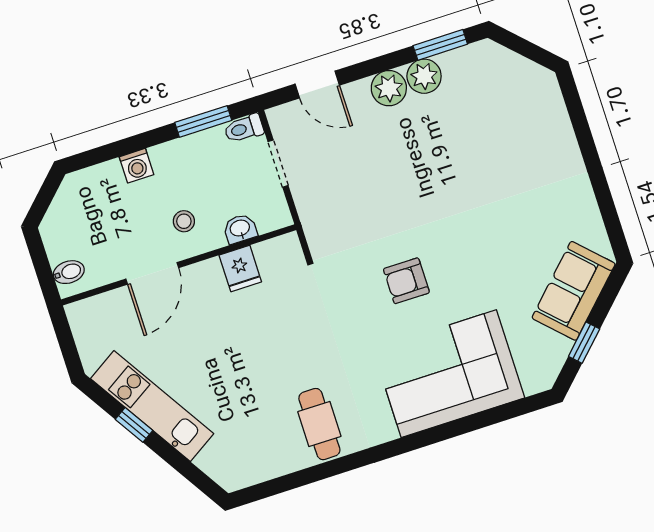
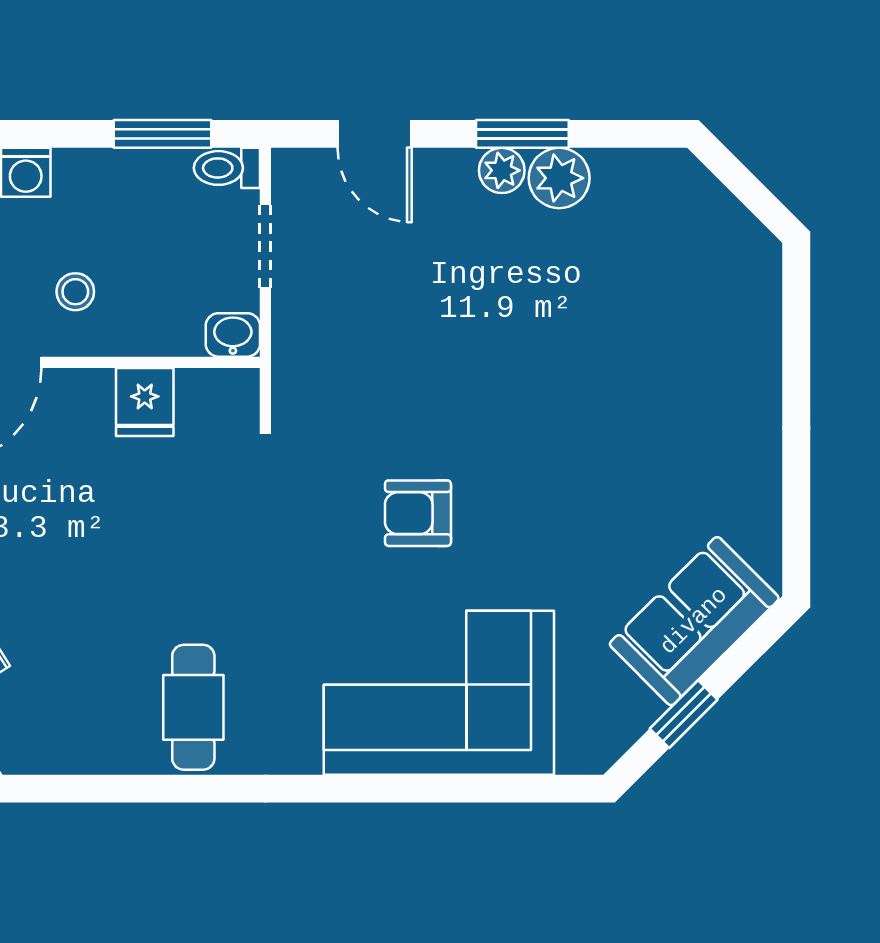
window: (440, 45) -> (522, 134), moved
plant: (389, 88) -> (502, 170), width x0.73, depth x0.73
washbasin: (240, 229) -> (233, 335), moved

